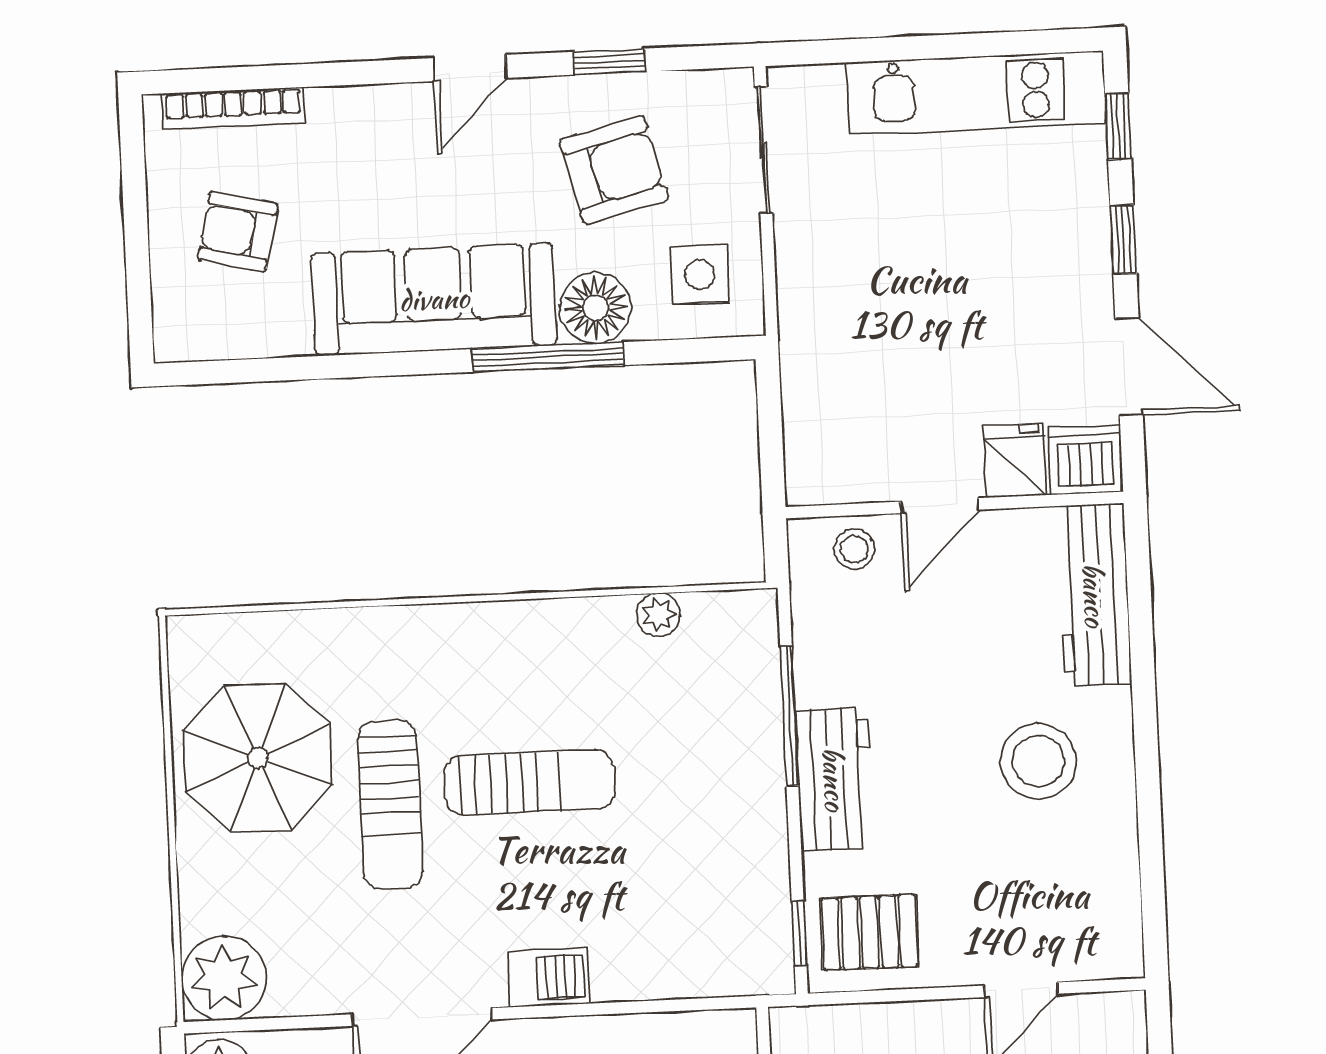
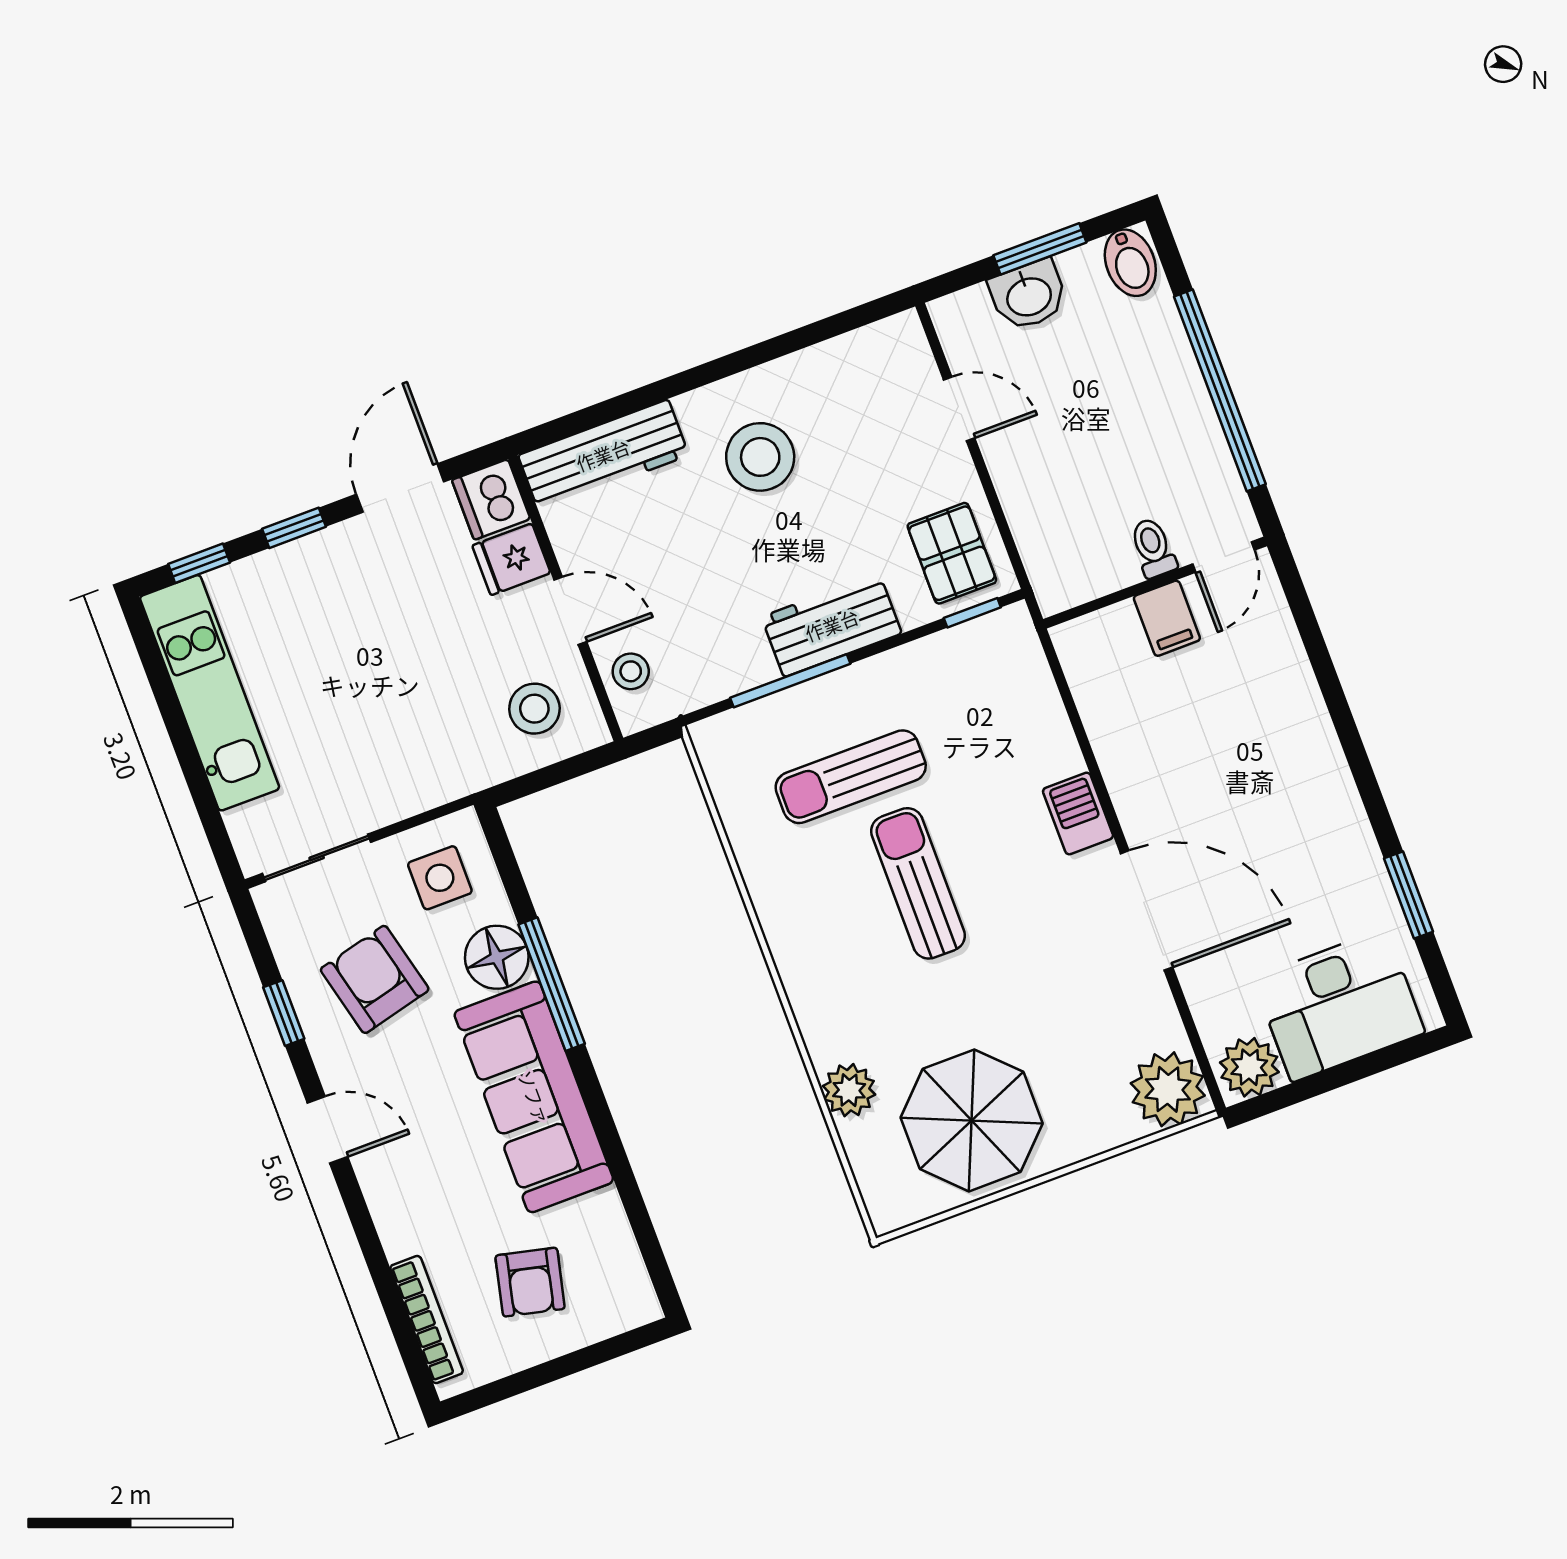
stool: (848, 434) -> (534, 709), added
plant: (659, 615) -> (849, 1090), moved, width x1.38, depth x1.38
sun lounger: (390, 805) -> (851, 777), moved, turned 180

